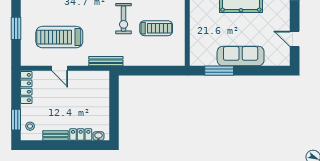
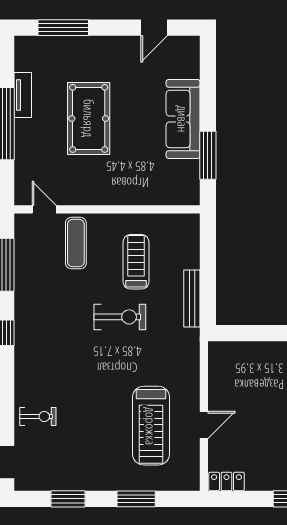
bench: (106, 61) -> (192, 298), moved
locker: (26, 88) -> (226, 481), width x0.66

